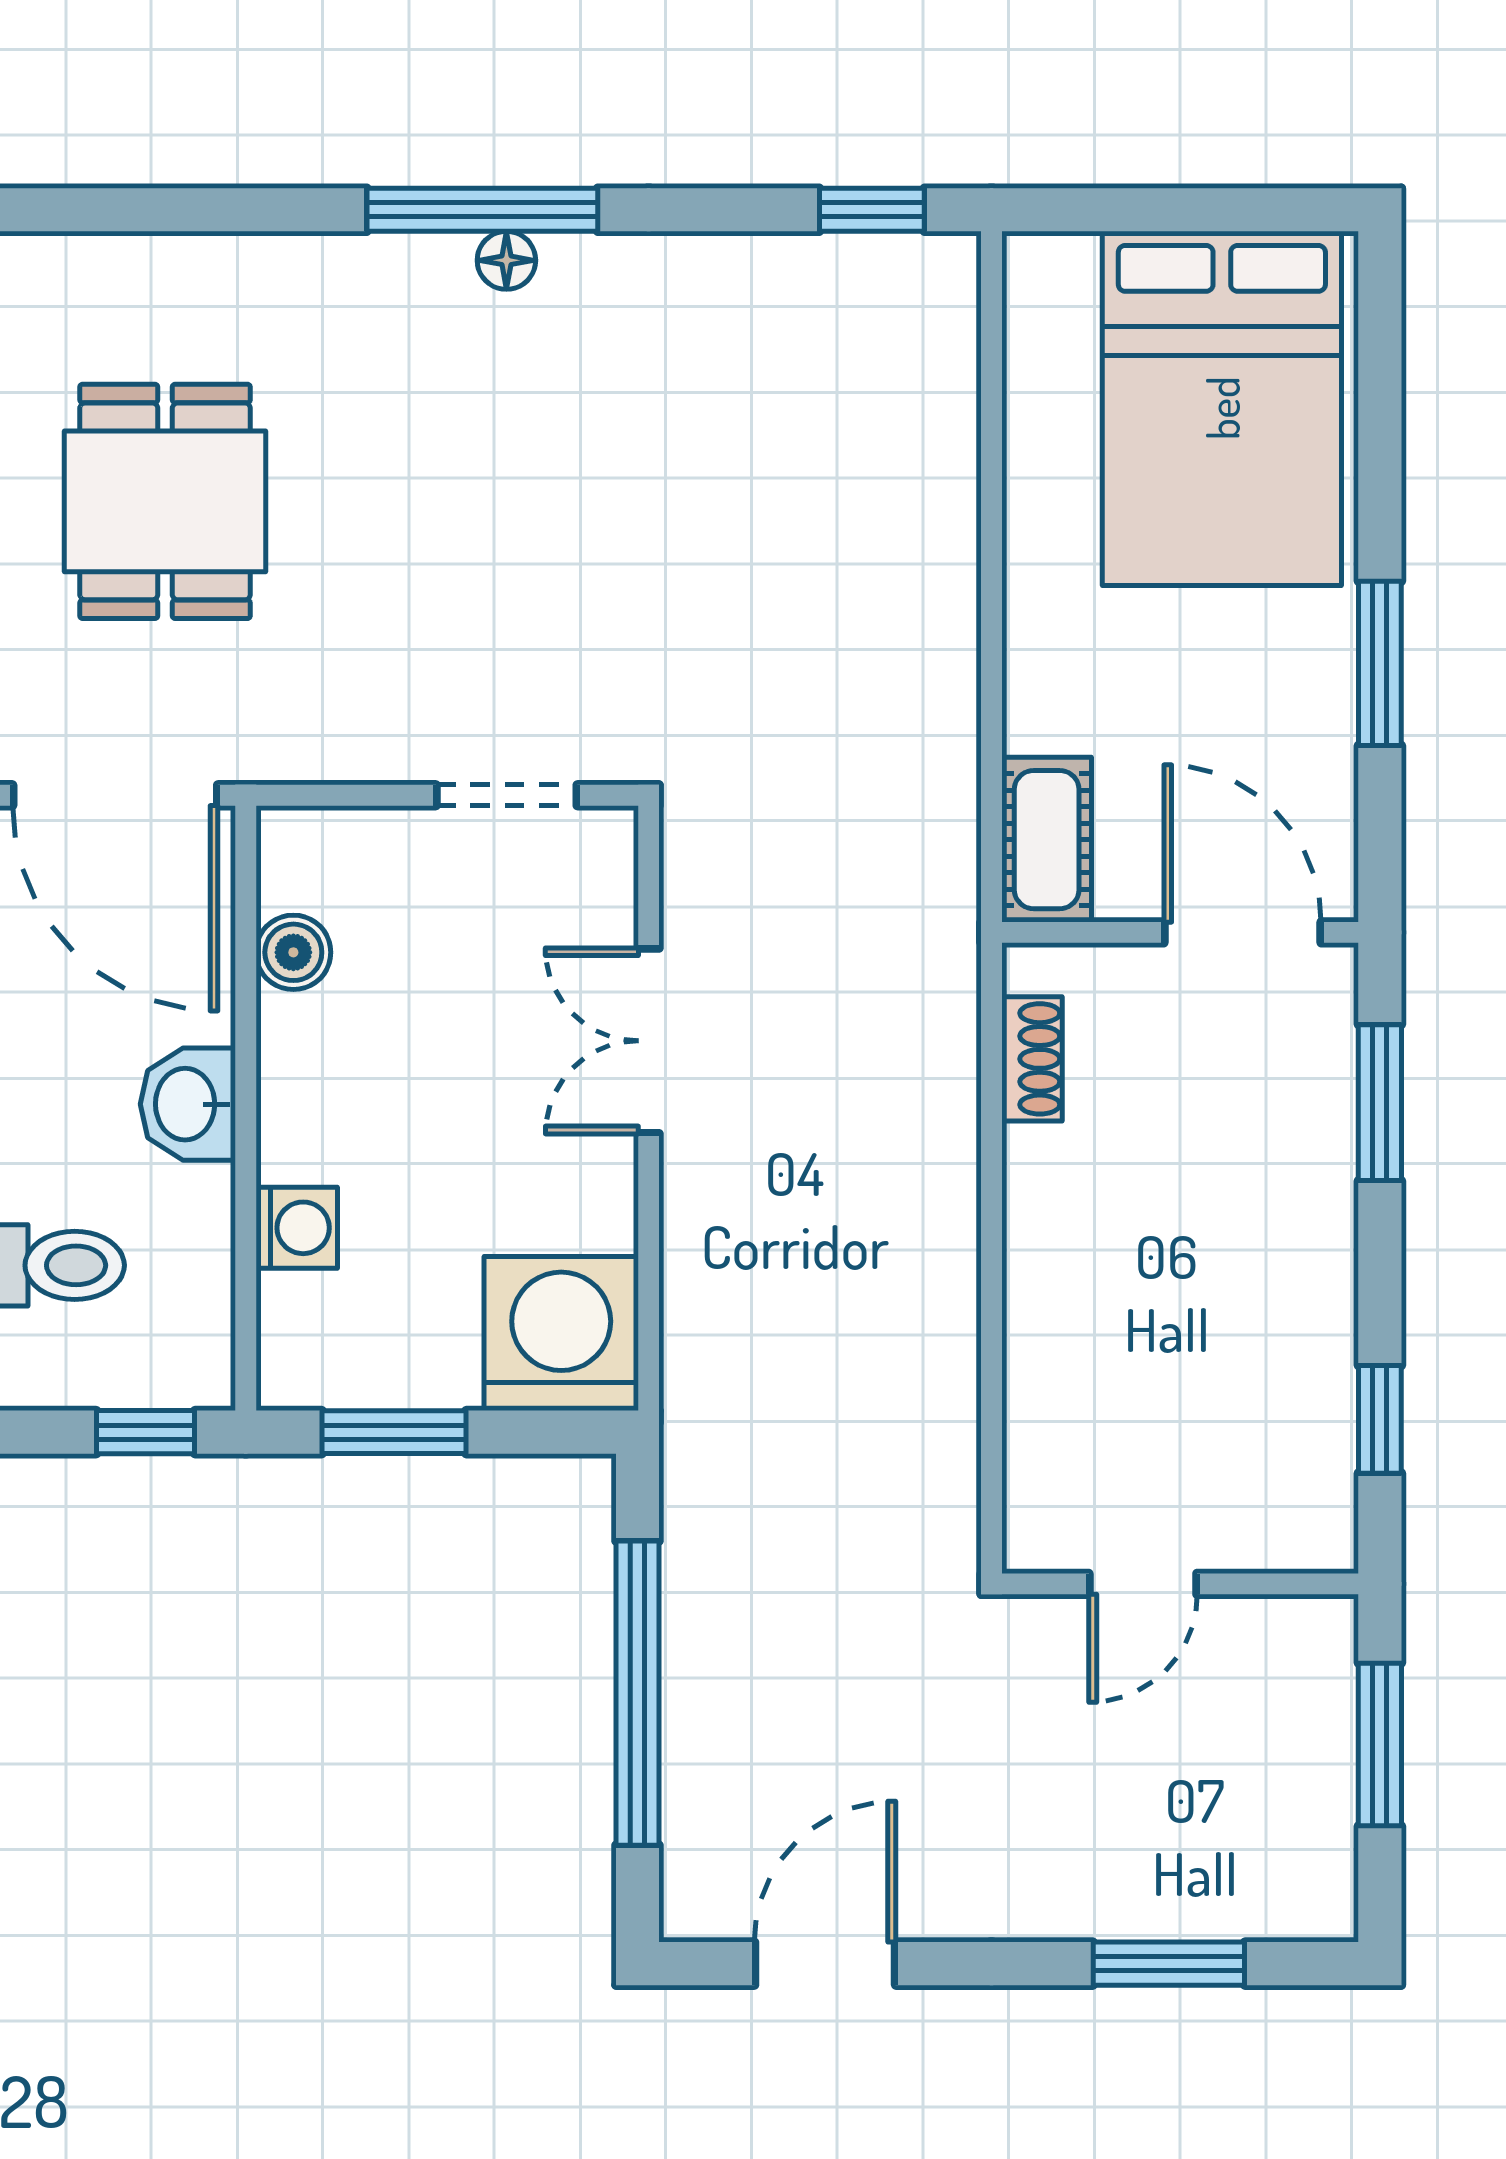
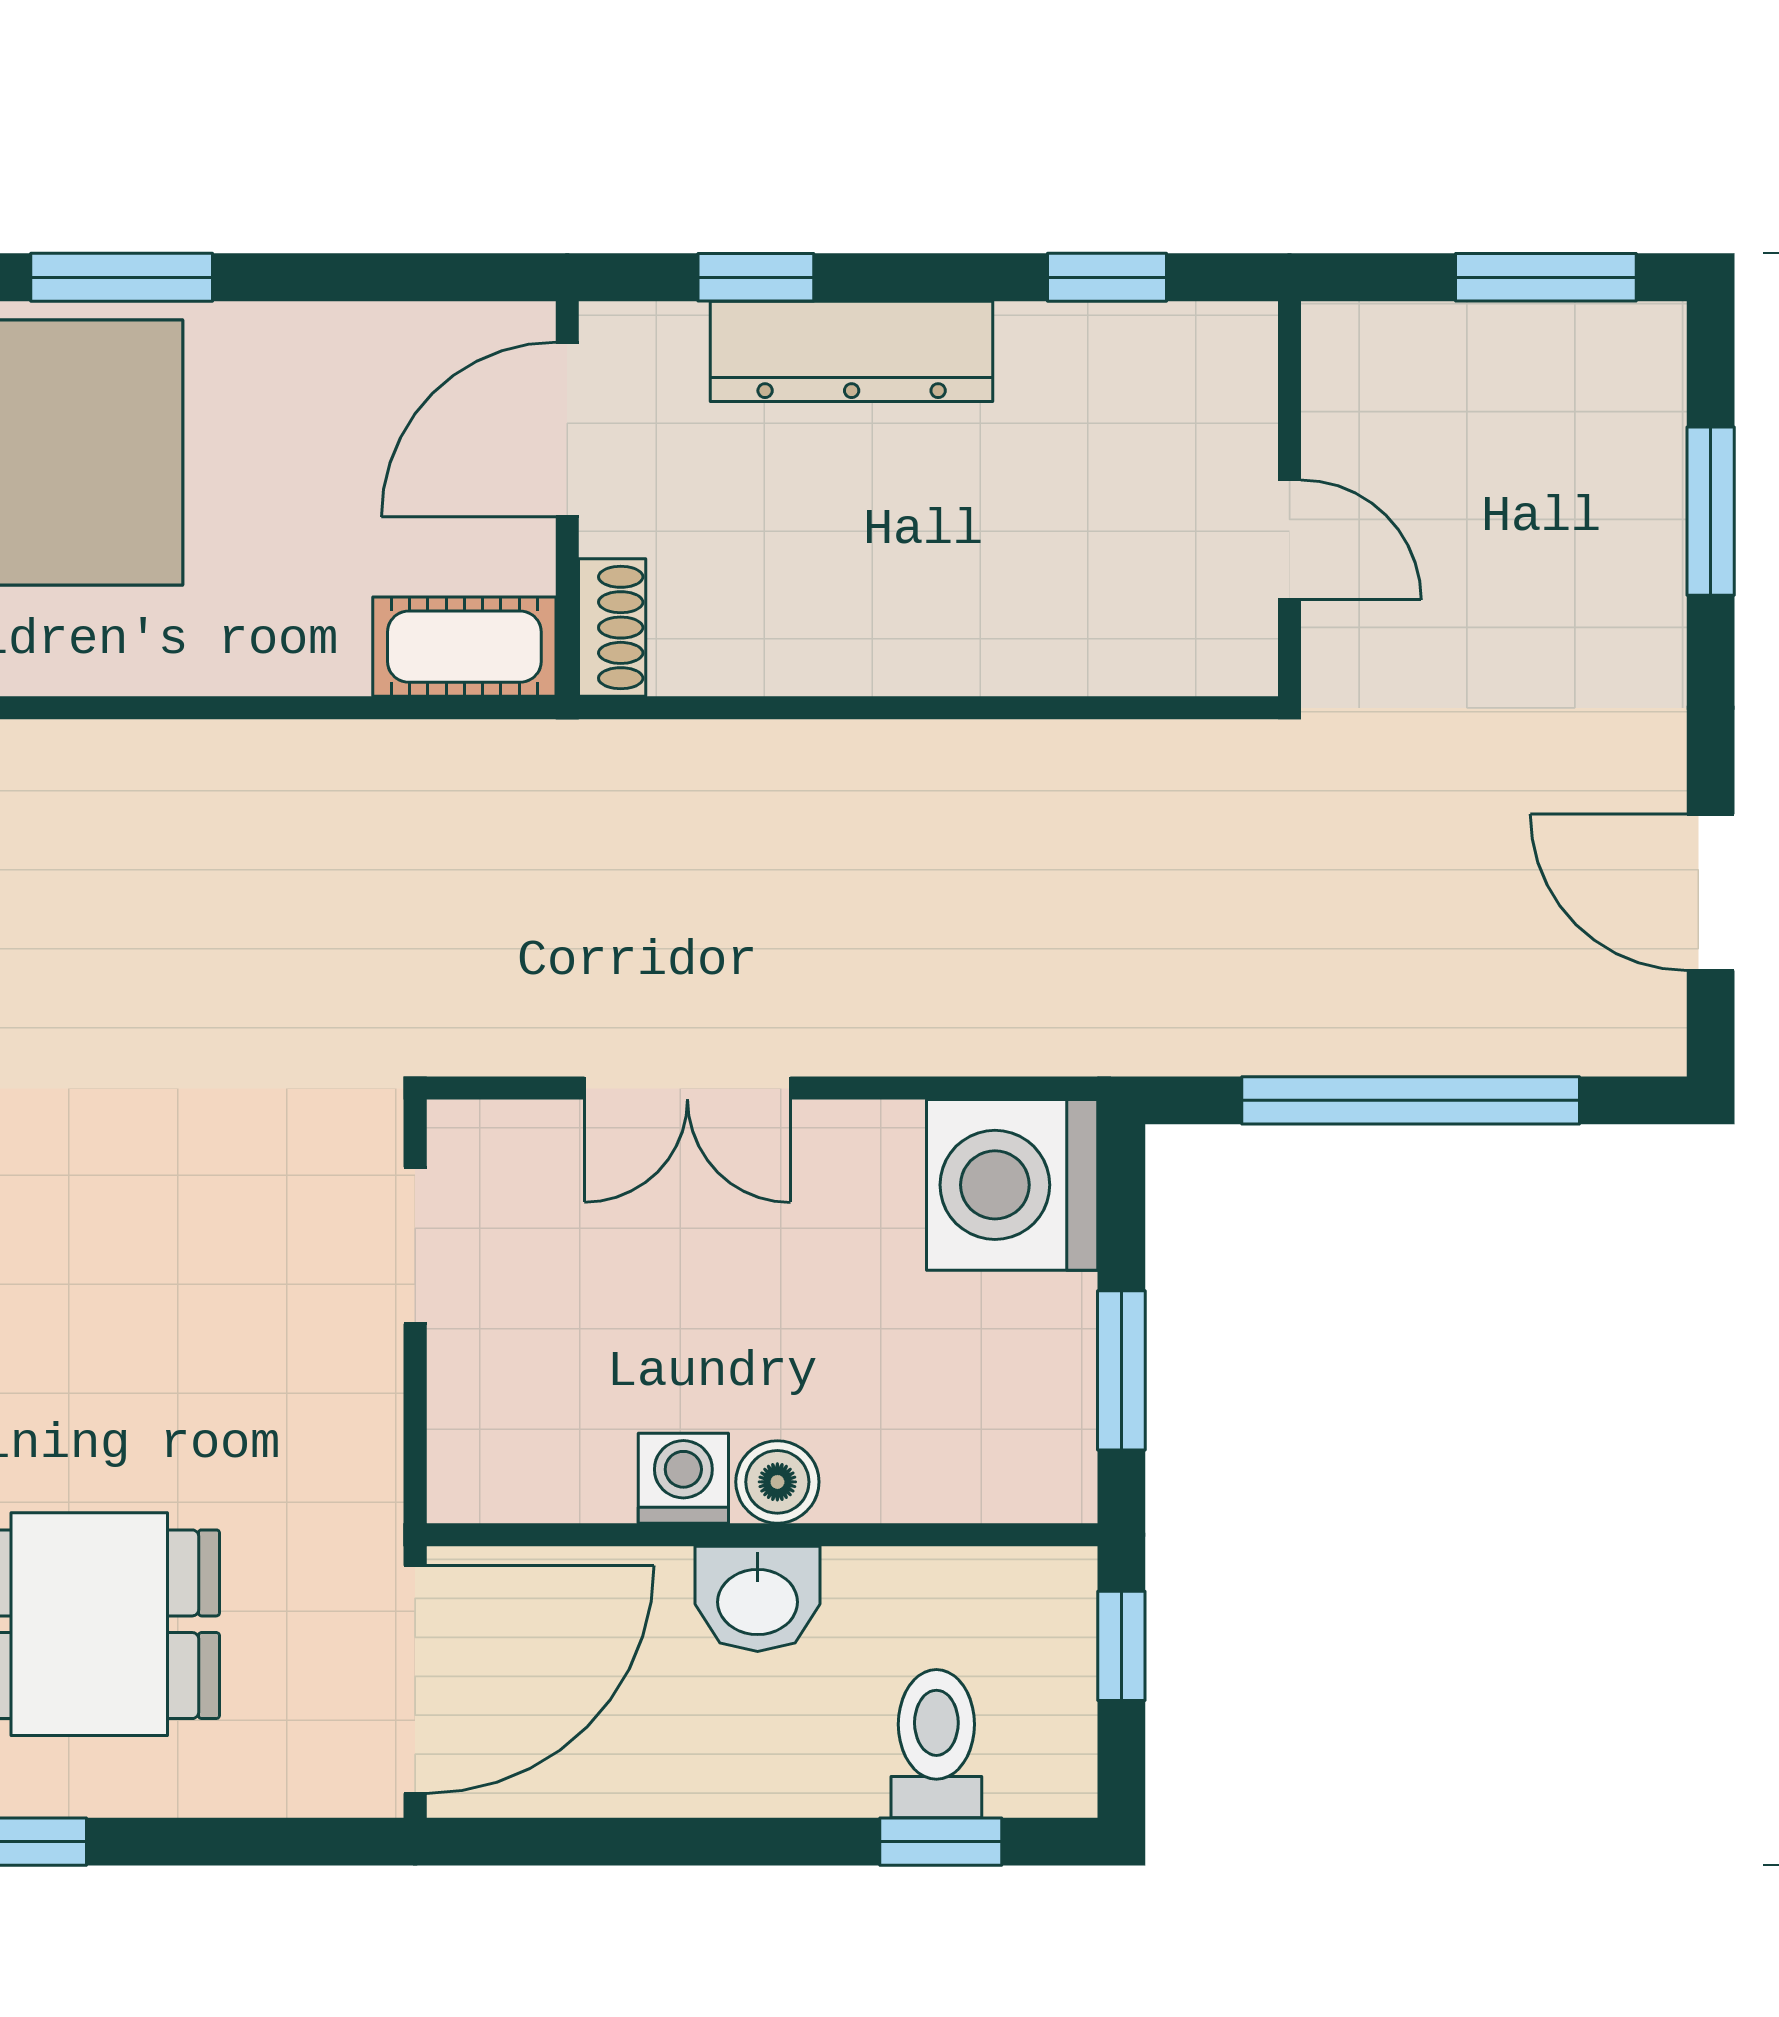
window: (1380, 663) -> (122, 277), moved
boiler: (293, 952) -> (777, 1482), moved
shoe rack: (1032, 1059) -> (612, 628), moved, turned 90
window: (1380, 1103) -> (756, 277), width x0.67
dresser: (1313, 1189) -> (852, 351), added
washing machine: (297, 1228) -> (683, 1478), moved
window: (1380, 1745) -> (1546, 277), moved

